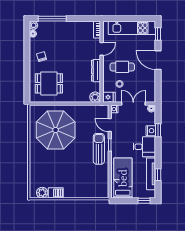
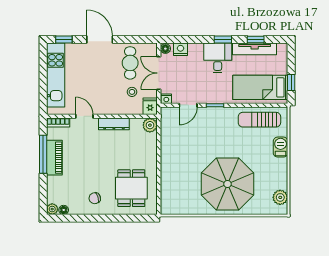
window: (52, 19) -> (43, 154), moved
piano: (71, 27) -> (54, 158), added
door: (158, 60) -> (100, 39), swing flipped
cafe table: (122, 67) -> (130, 63), moved
parasol: (56, 130) -> (227, 184), moved
window: (158, 130) -> (223, 39), moved
nightstand: (151, 131) -> (181, 49), moved
sun lounger: (99, 149) -> (259, 120), moved
barbecue: (56, 193) -> (281, 147), moved
window: (144, 201) -> (291, 82), moved

